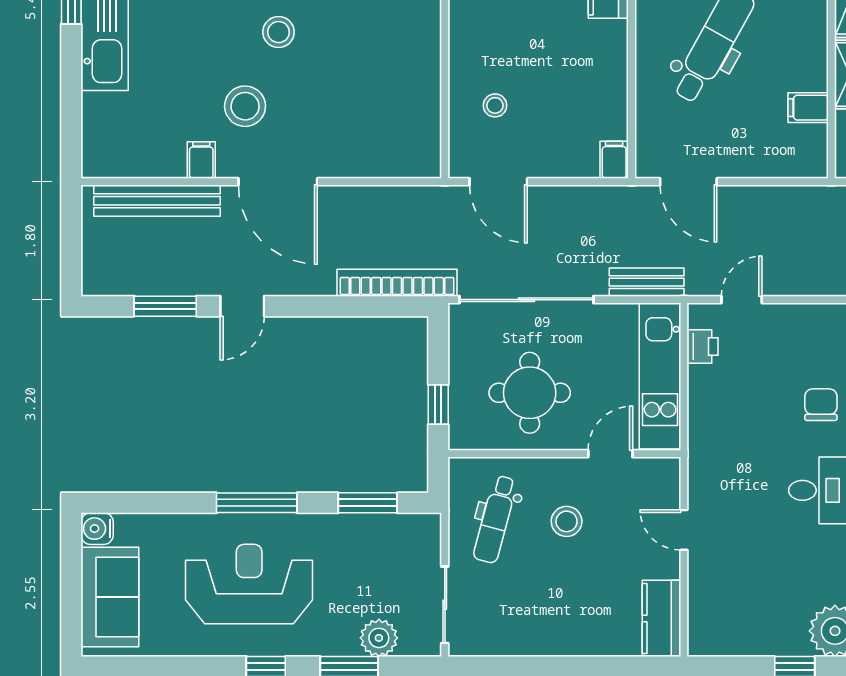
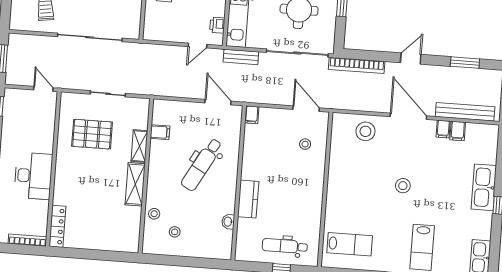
stool: (245, 106) -> (365, 131), moved
filing cabinet: (170, 158) -> (458, 131), added
door: (242, 306) -> (411, 58), moved

